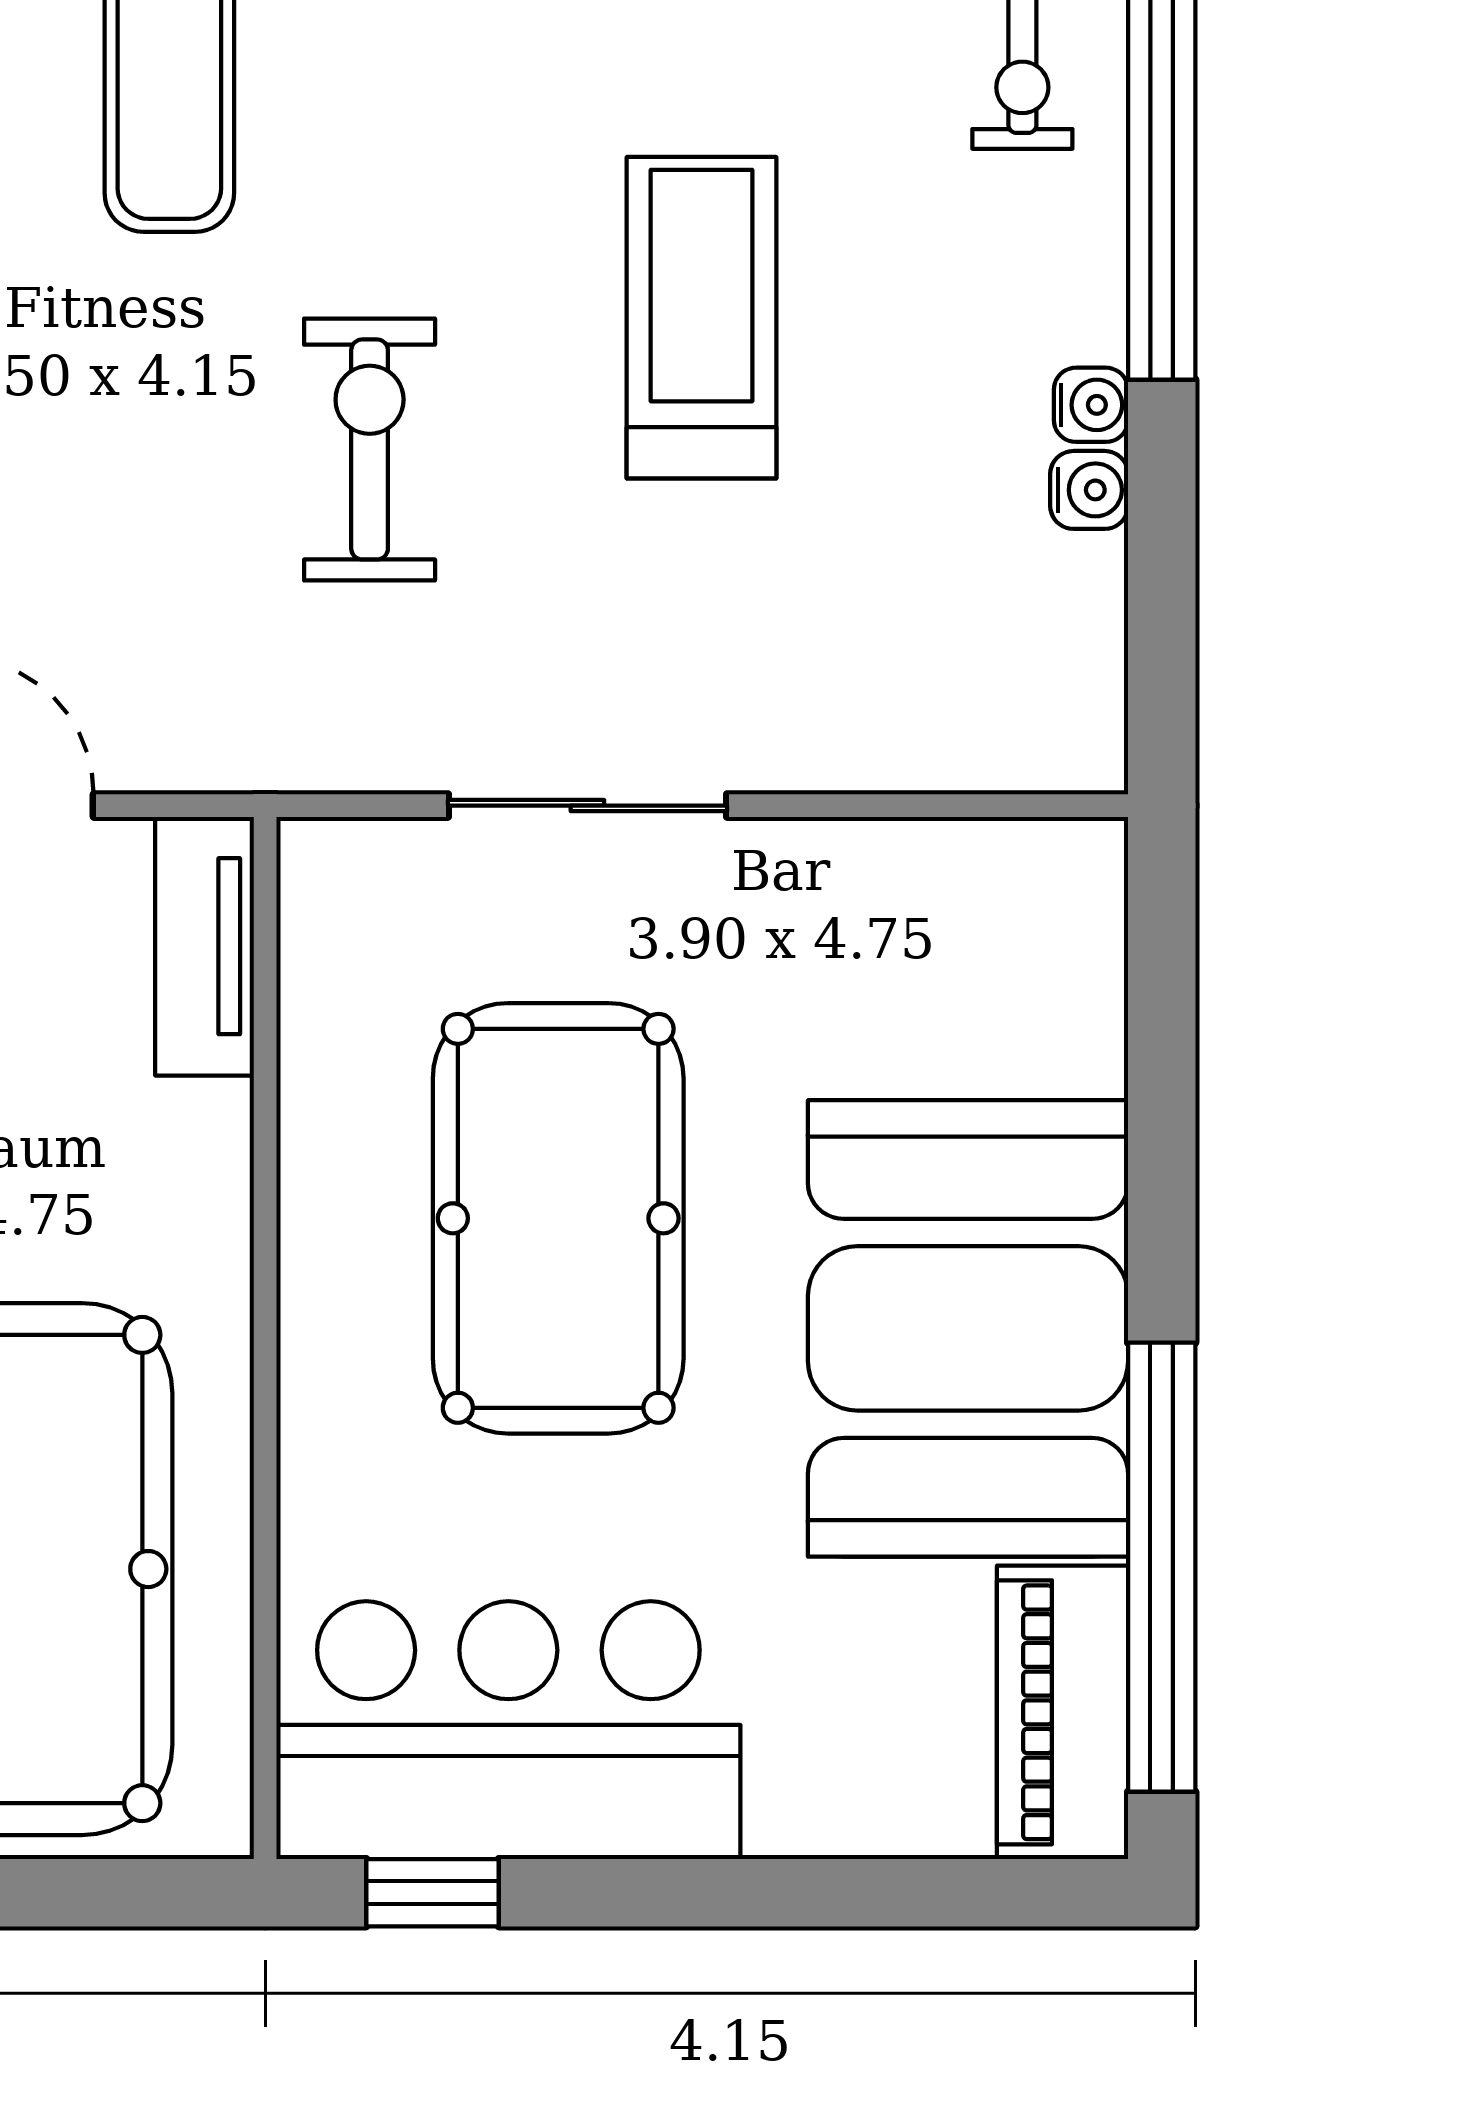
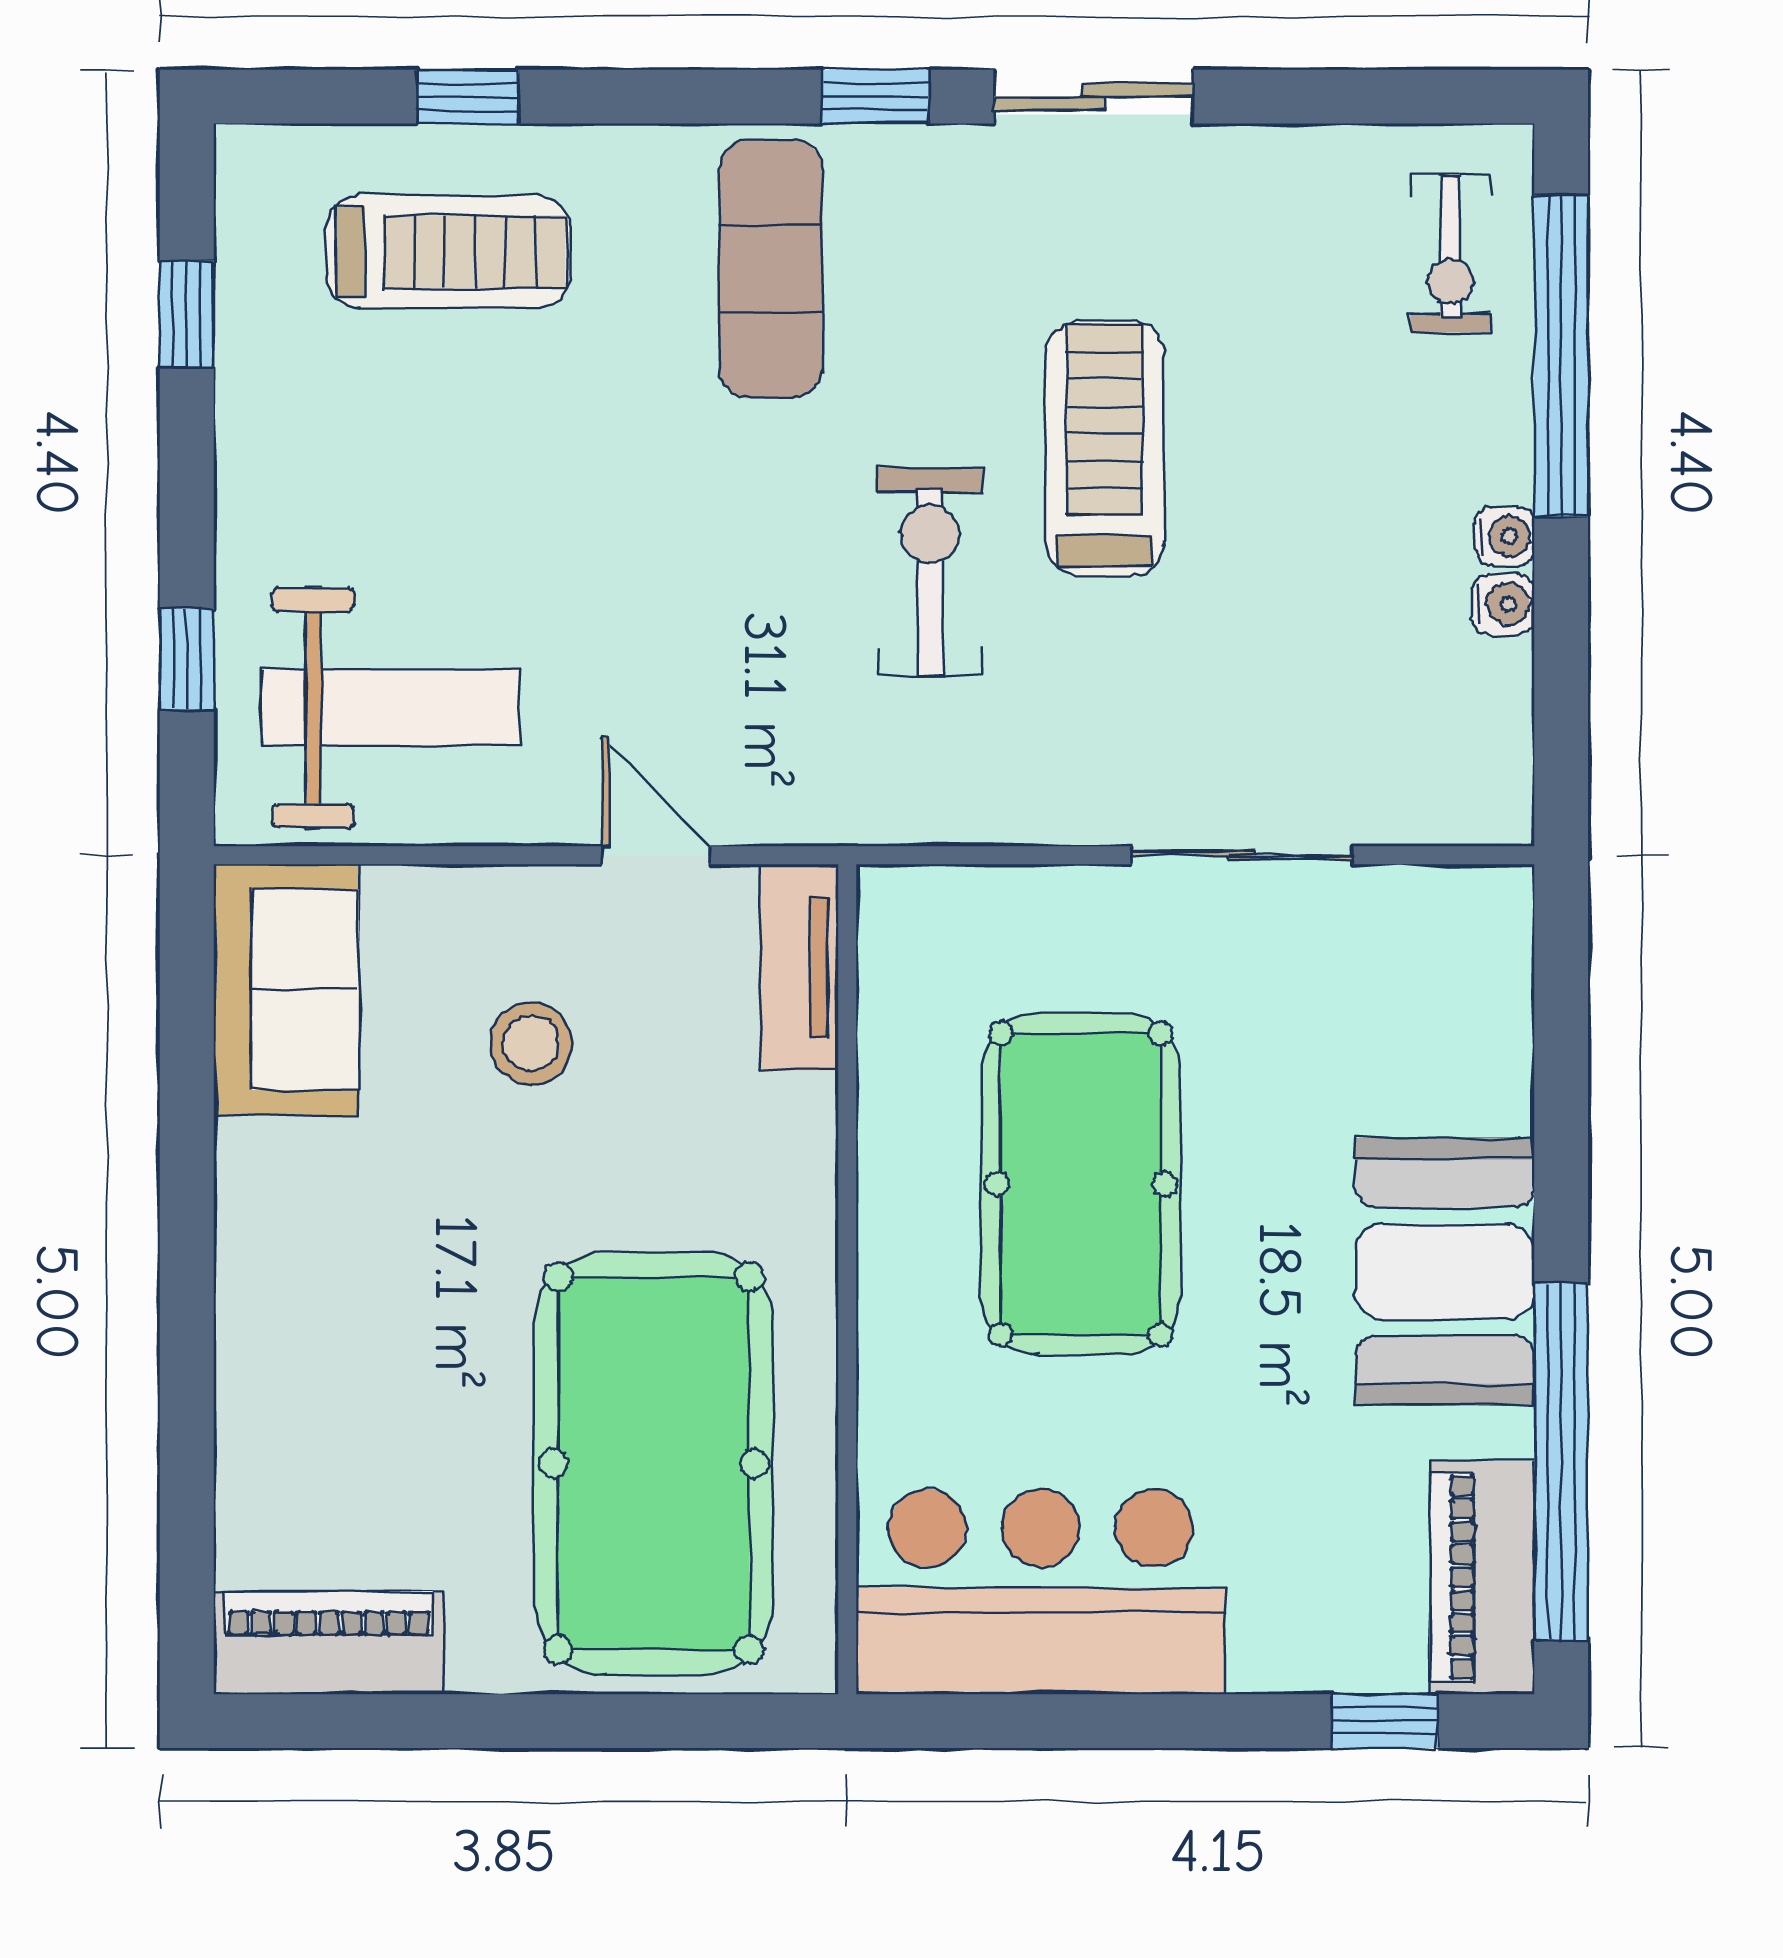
treadmill: (702, 318) -> (1105, 448), moved
sliding door: (587, 806) -> (1242, 855), moved
booth: (968, 1328) -> (1445, 1272), width x0.73, depth x0.70
window: (432, 1893) -> (1385, 1721), moved

